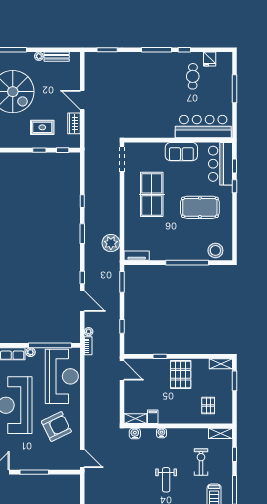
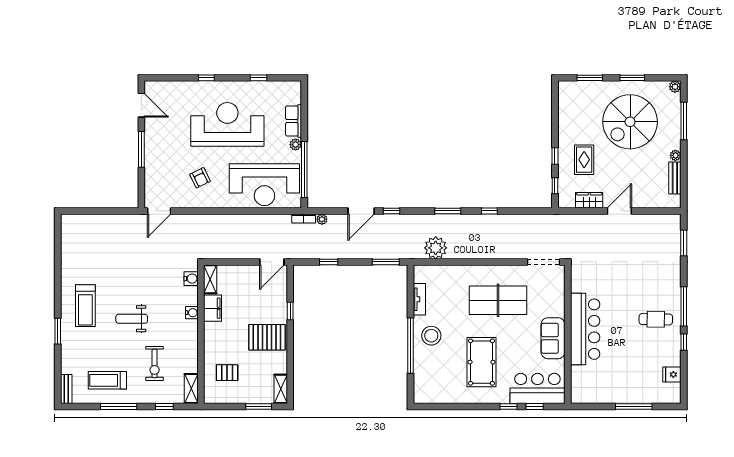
cafe table: (193, 76) -> (656, 319), moved
bar counter: (203, 127) -> (585, 329), moved
stool: (215, 250) -> (431, 336), moved
tv unit: (137, 256) -> (419, 299), moved
filing cabinet: (153, 417) -> (213, 308), width x2.00
armchair: (56, 427) -> (200, 178), width x0.53, depth x0.53
exercise bike: (201, 462) -> (155, 363), turned 90

